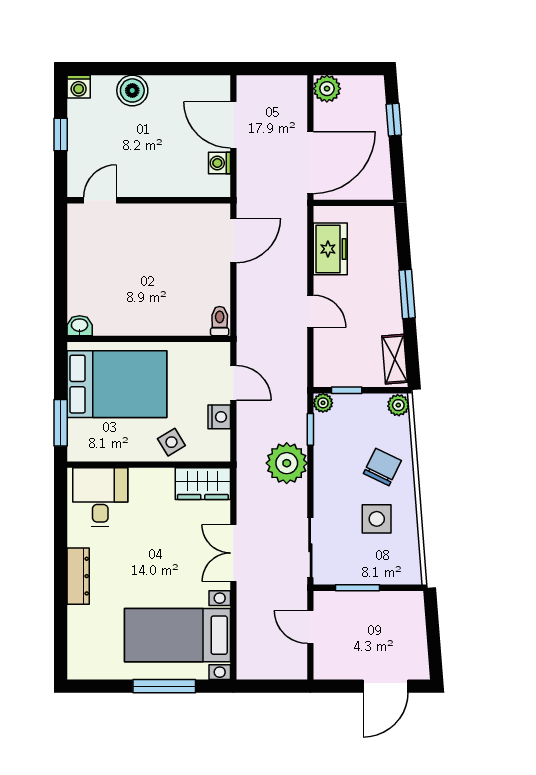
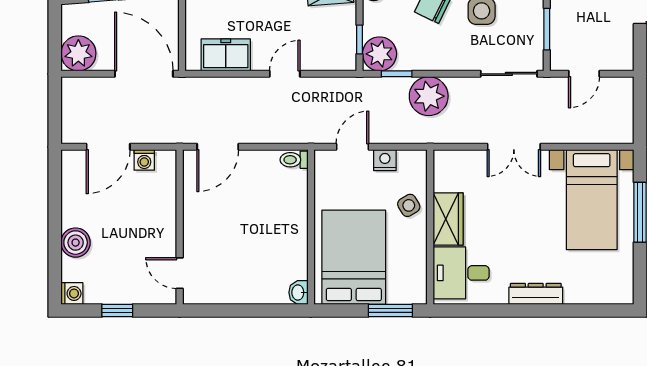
plant: (327, 89) -> (78, 53), width x1.36, depth x1.36
door: (233, 240) -> (218, 147), swing flipped
plant: (323, 403) -> (379, 54), width x1.87, depth x1.87
wardrobe: (203, 484) -> (448, 219), moved

